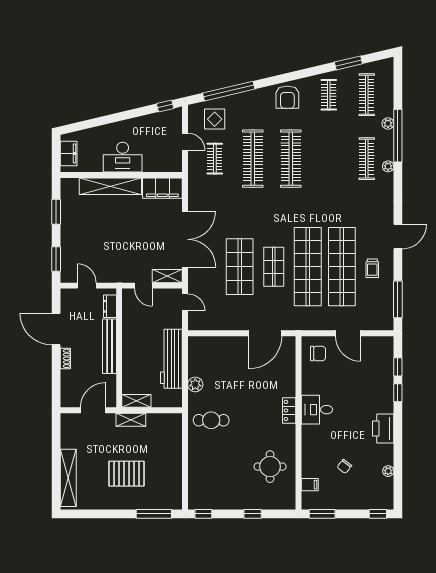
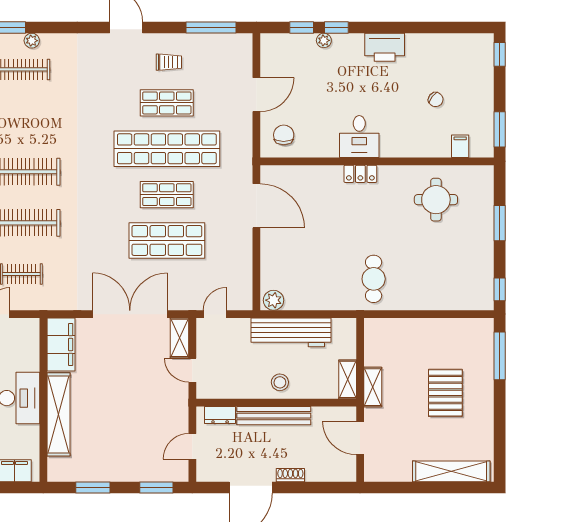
shop shelf: (342, 267) -> (167, 103), width x0.50, depth x0.74
door: (143, 286) -> (192, 370), swing flipped
stool: (134, 351) -> (280, 382), added
plant: (195, 384) -> (274, 300), moved
plant: (388, 471) -> (324, 40), moved
window: (253, 514) -> (500, 223), width x1.50

